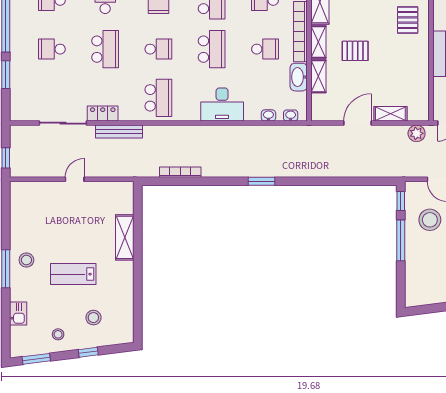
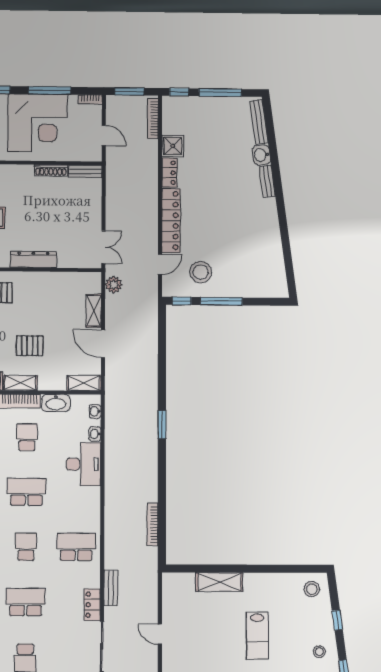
pallet: (355, 51) -> (30, 346), turned 90
shelving: (318, 76) -> (84, 383), moved
desk: (222, 105) -> (84, 464), moved
bench: (119, 132) -> (111, 588), width x0.73
window: (261, 181) -> (162, 425), moved
stool: (93, 318) -> (312, 589), moved

